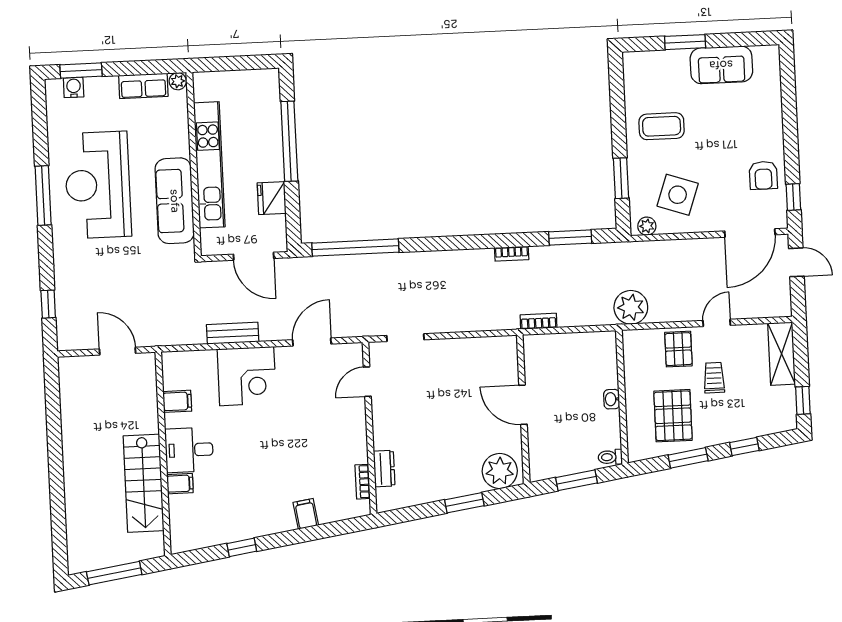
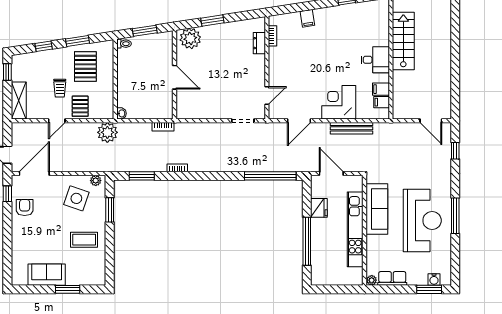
bench: (233, 333) -> (352, 128), width x1.36
door: (117, 351) -> (431, 121), moved
washbasin: (612, 399) -> (121, 113), moved
filing cabinet: (180, 484) -> (382, 102), moved

